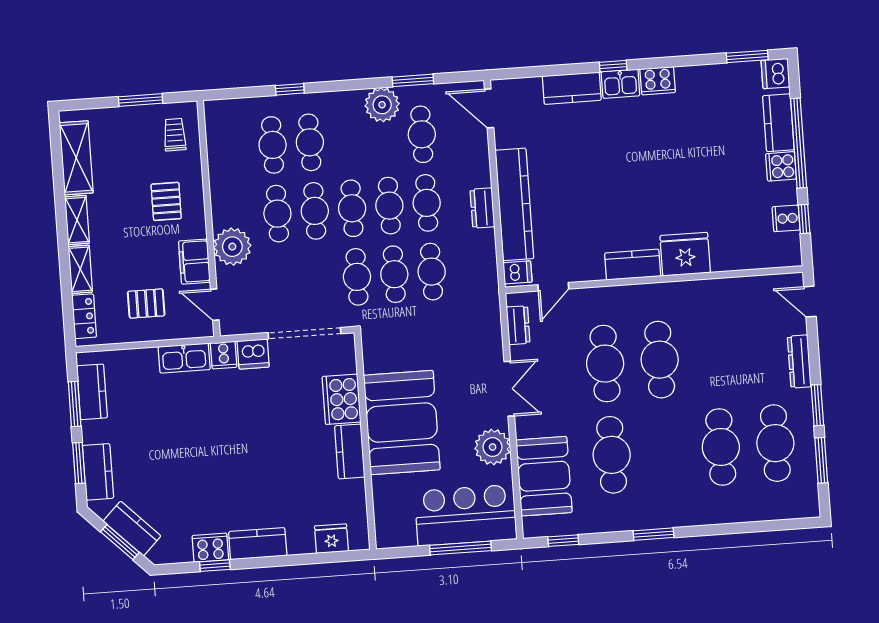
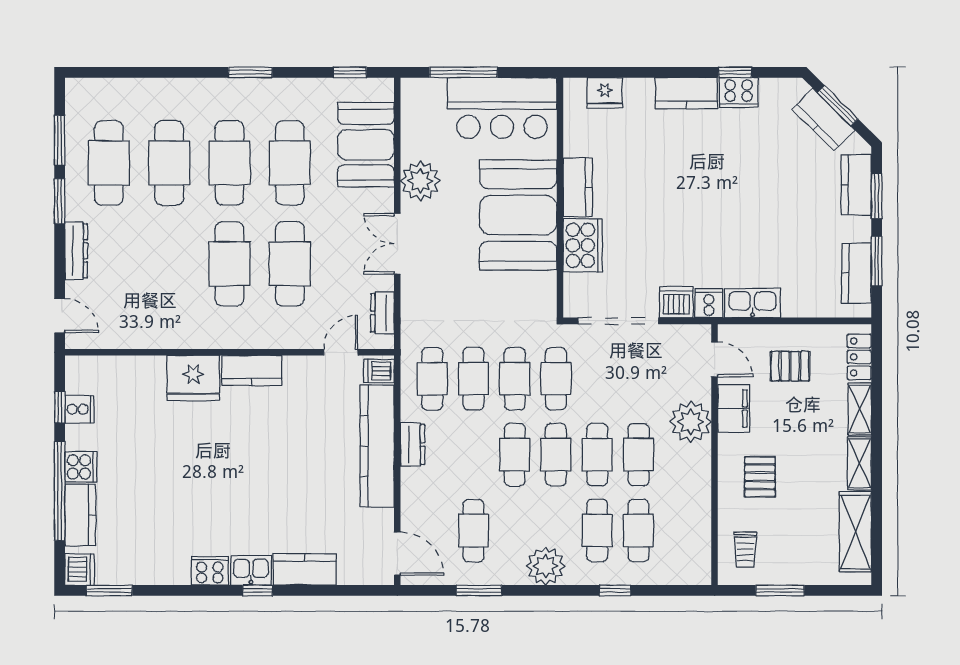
plant: (382, 105) -> (545, 566), moved
cafe table: (427, 203) -> (432, 379), moved
cafe table: (666, 451) -> (230, 163), added
bar counter: (466, 515) -> (502, 108), moved

